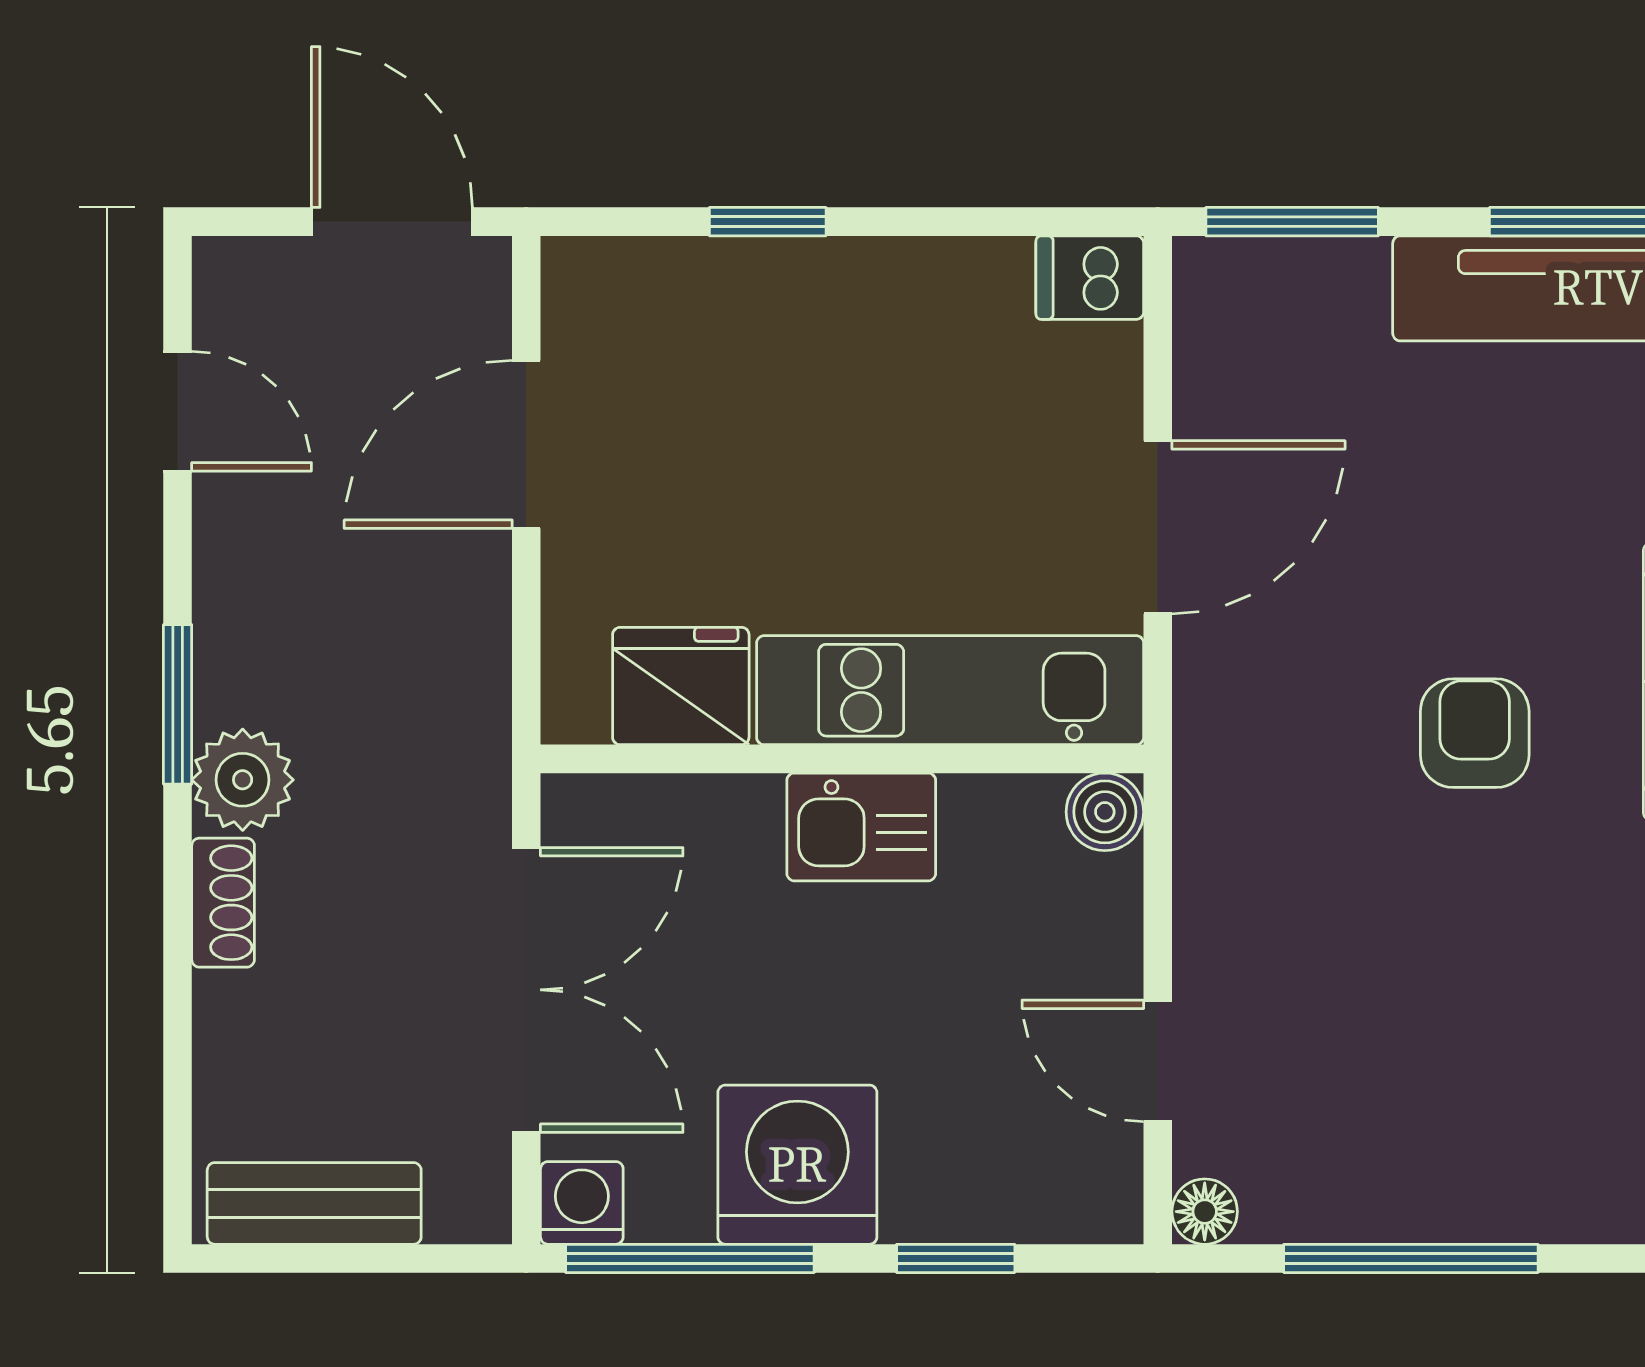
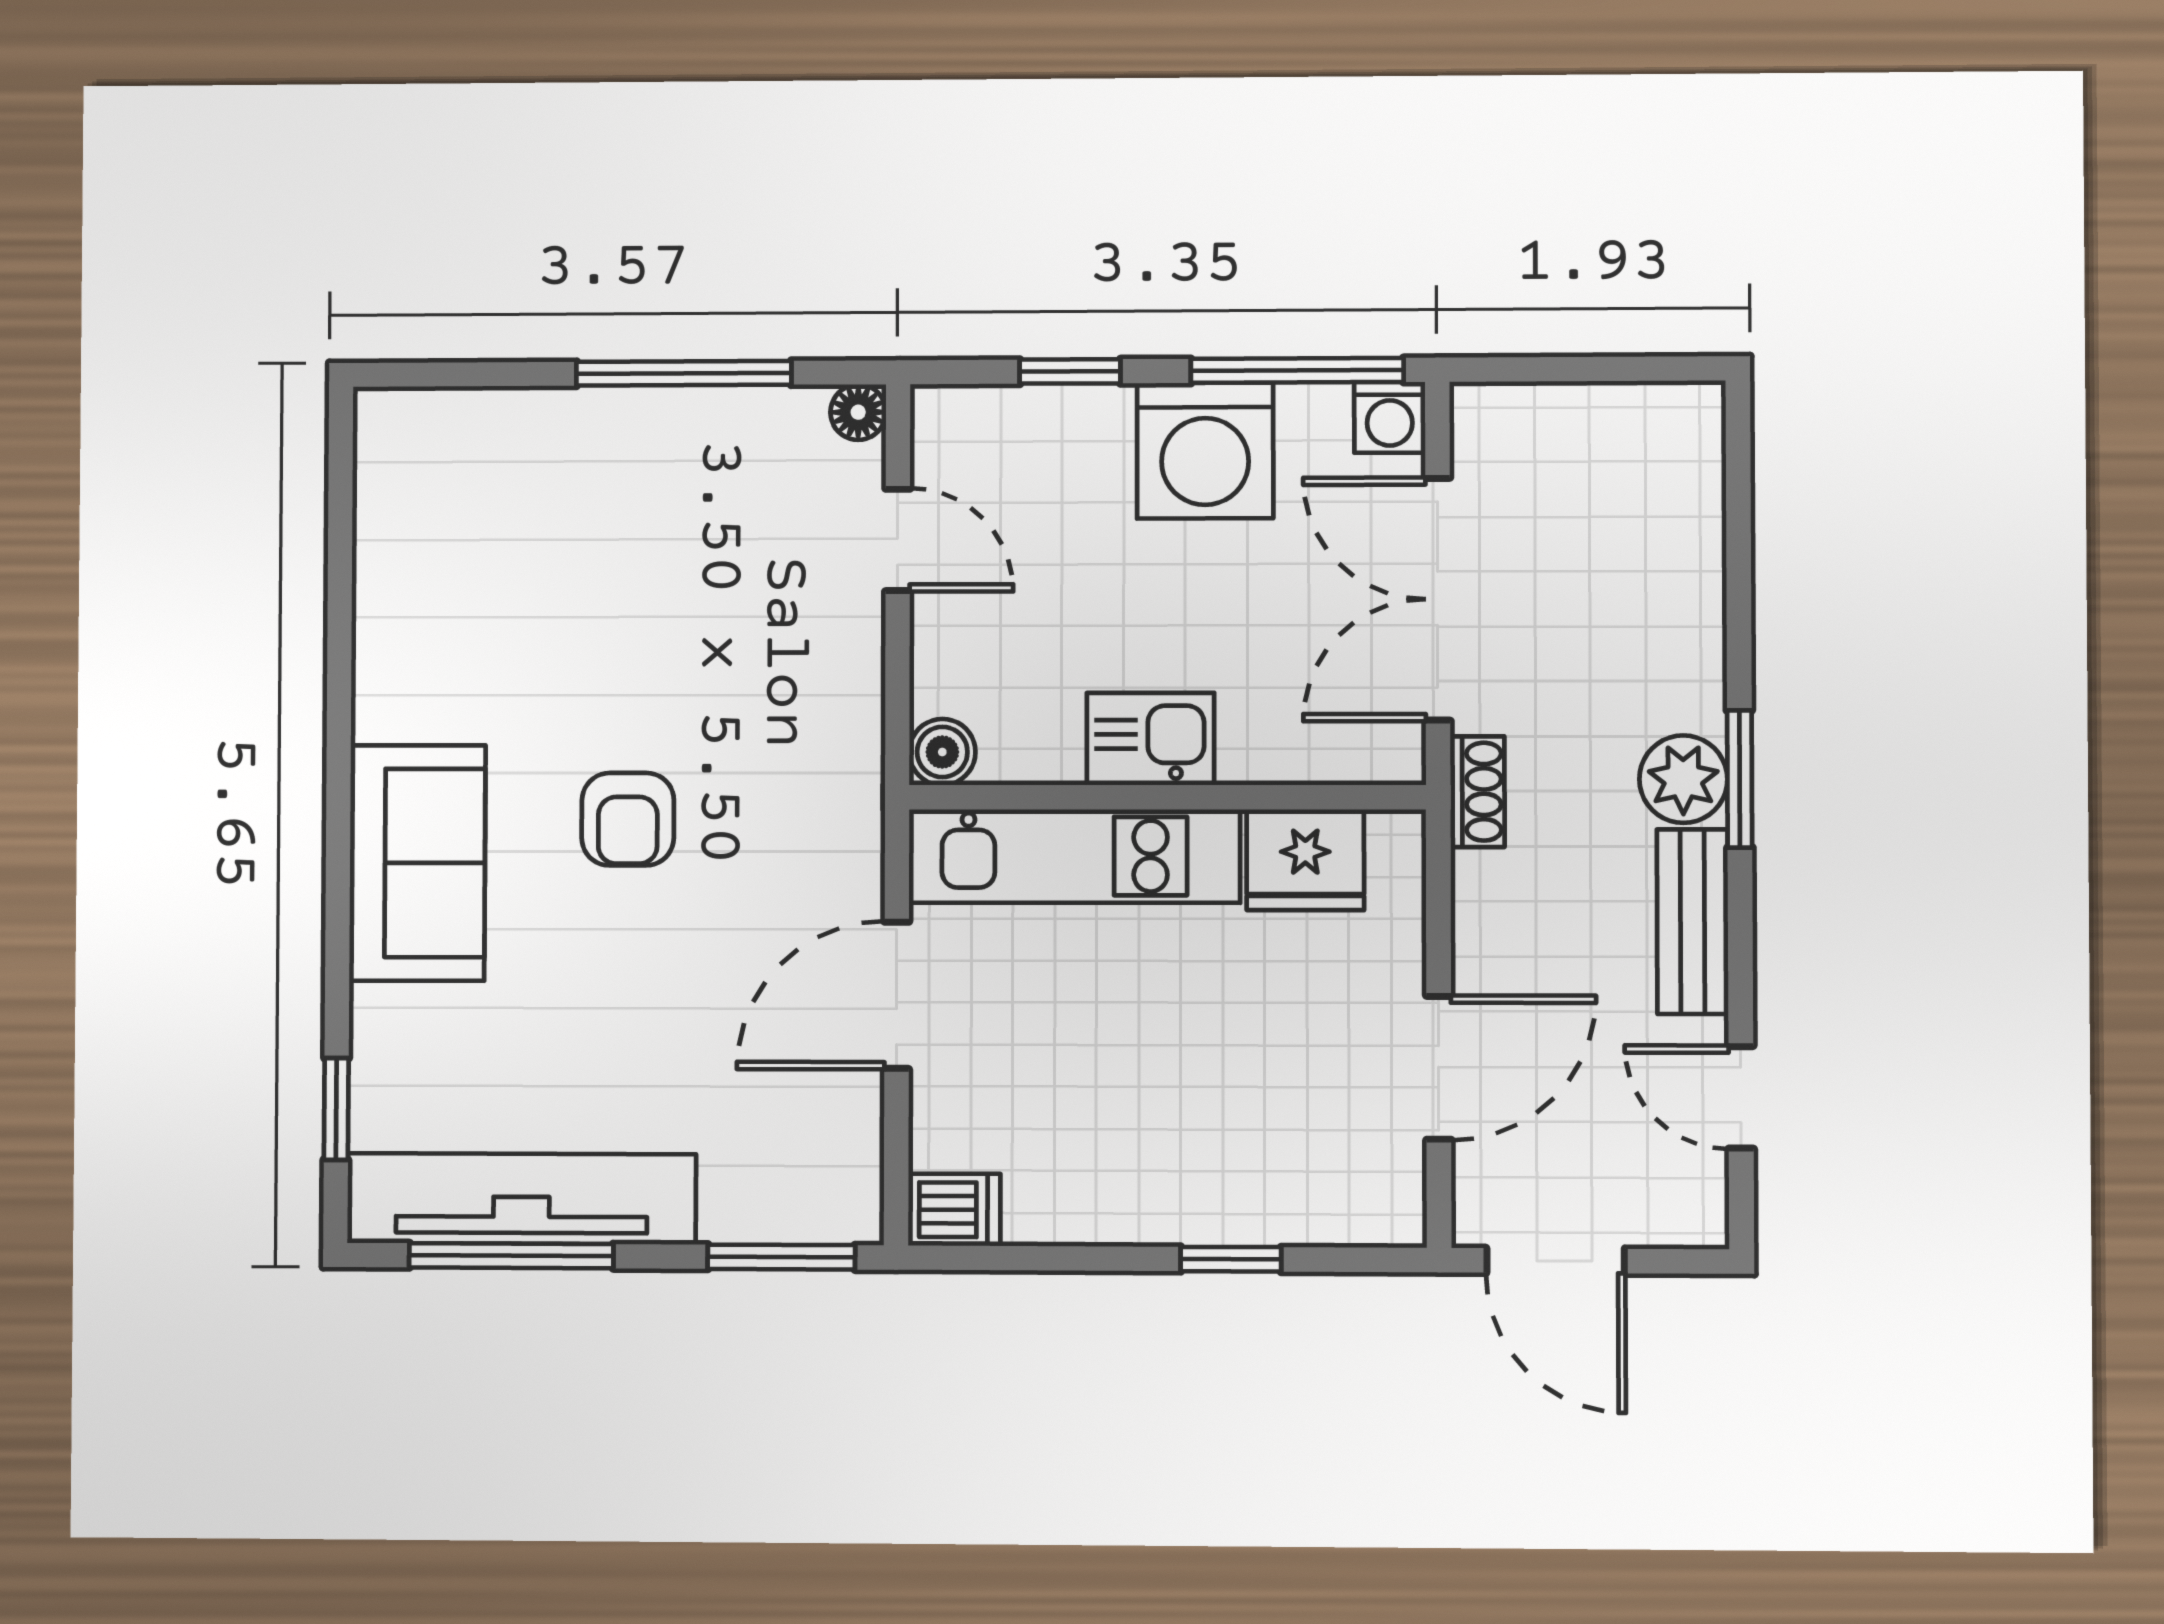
window: (178, 704) -> (1740, 779), moved
shoe rack: (223, 903) -> (1477, 792), moved, turned 180
bench: (314, 1203) -> (1693, 922), moved, turned 90

